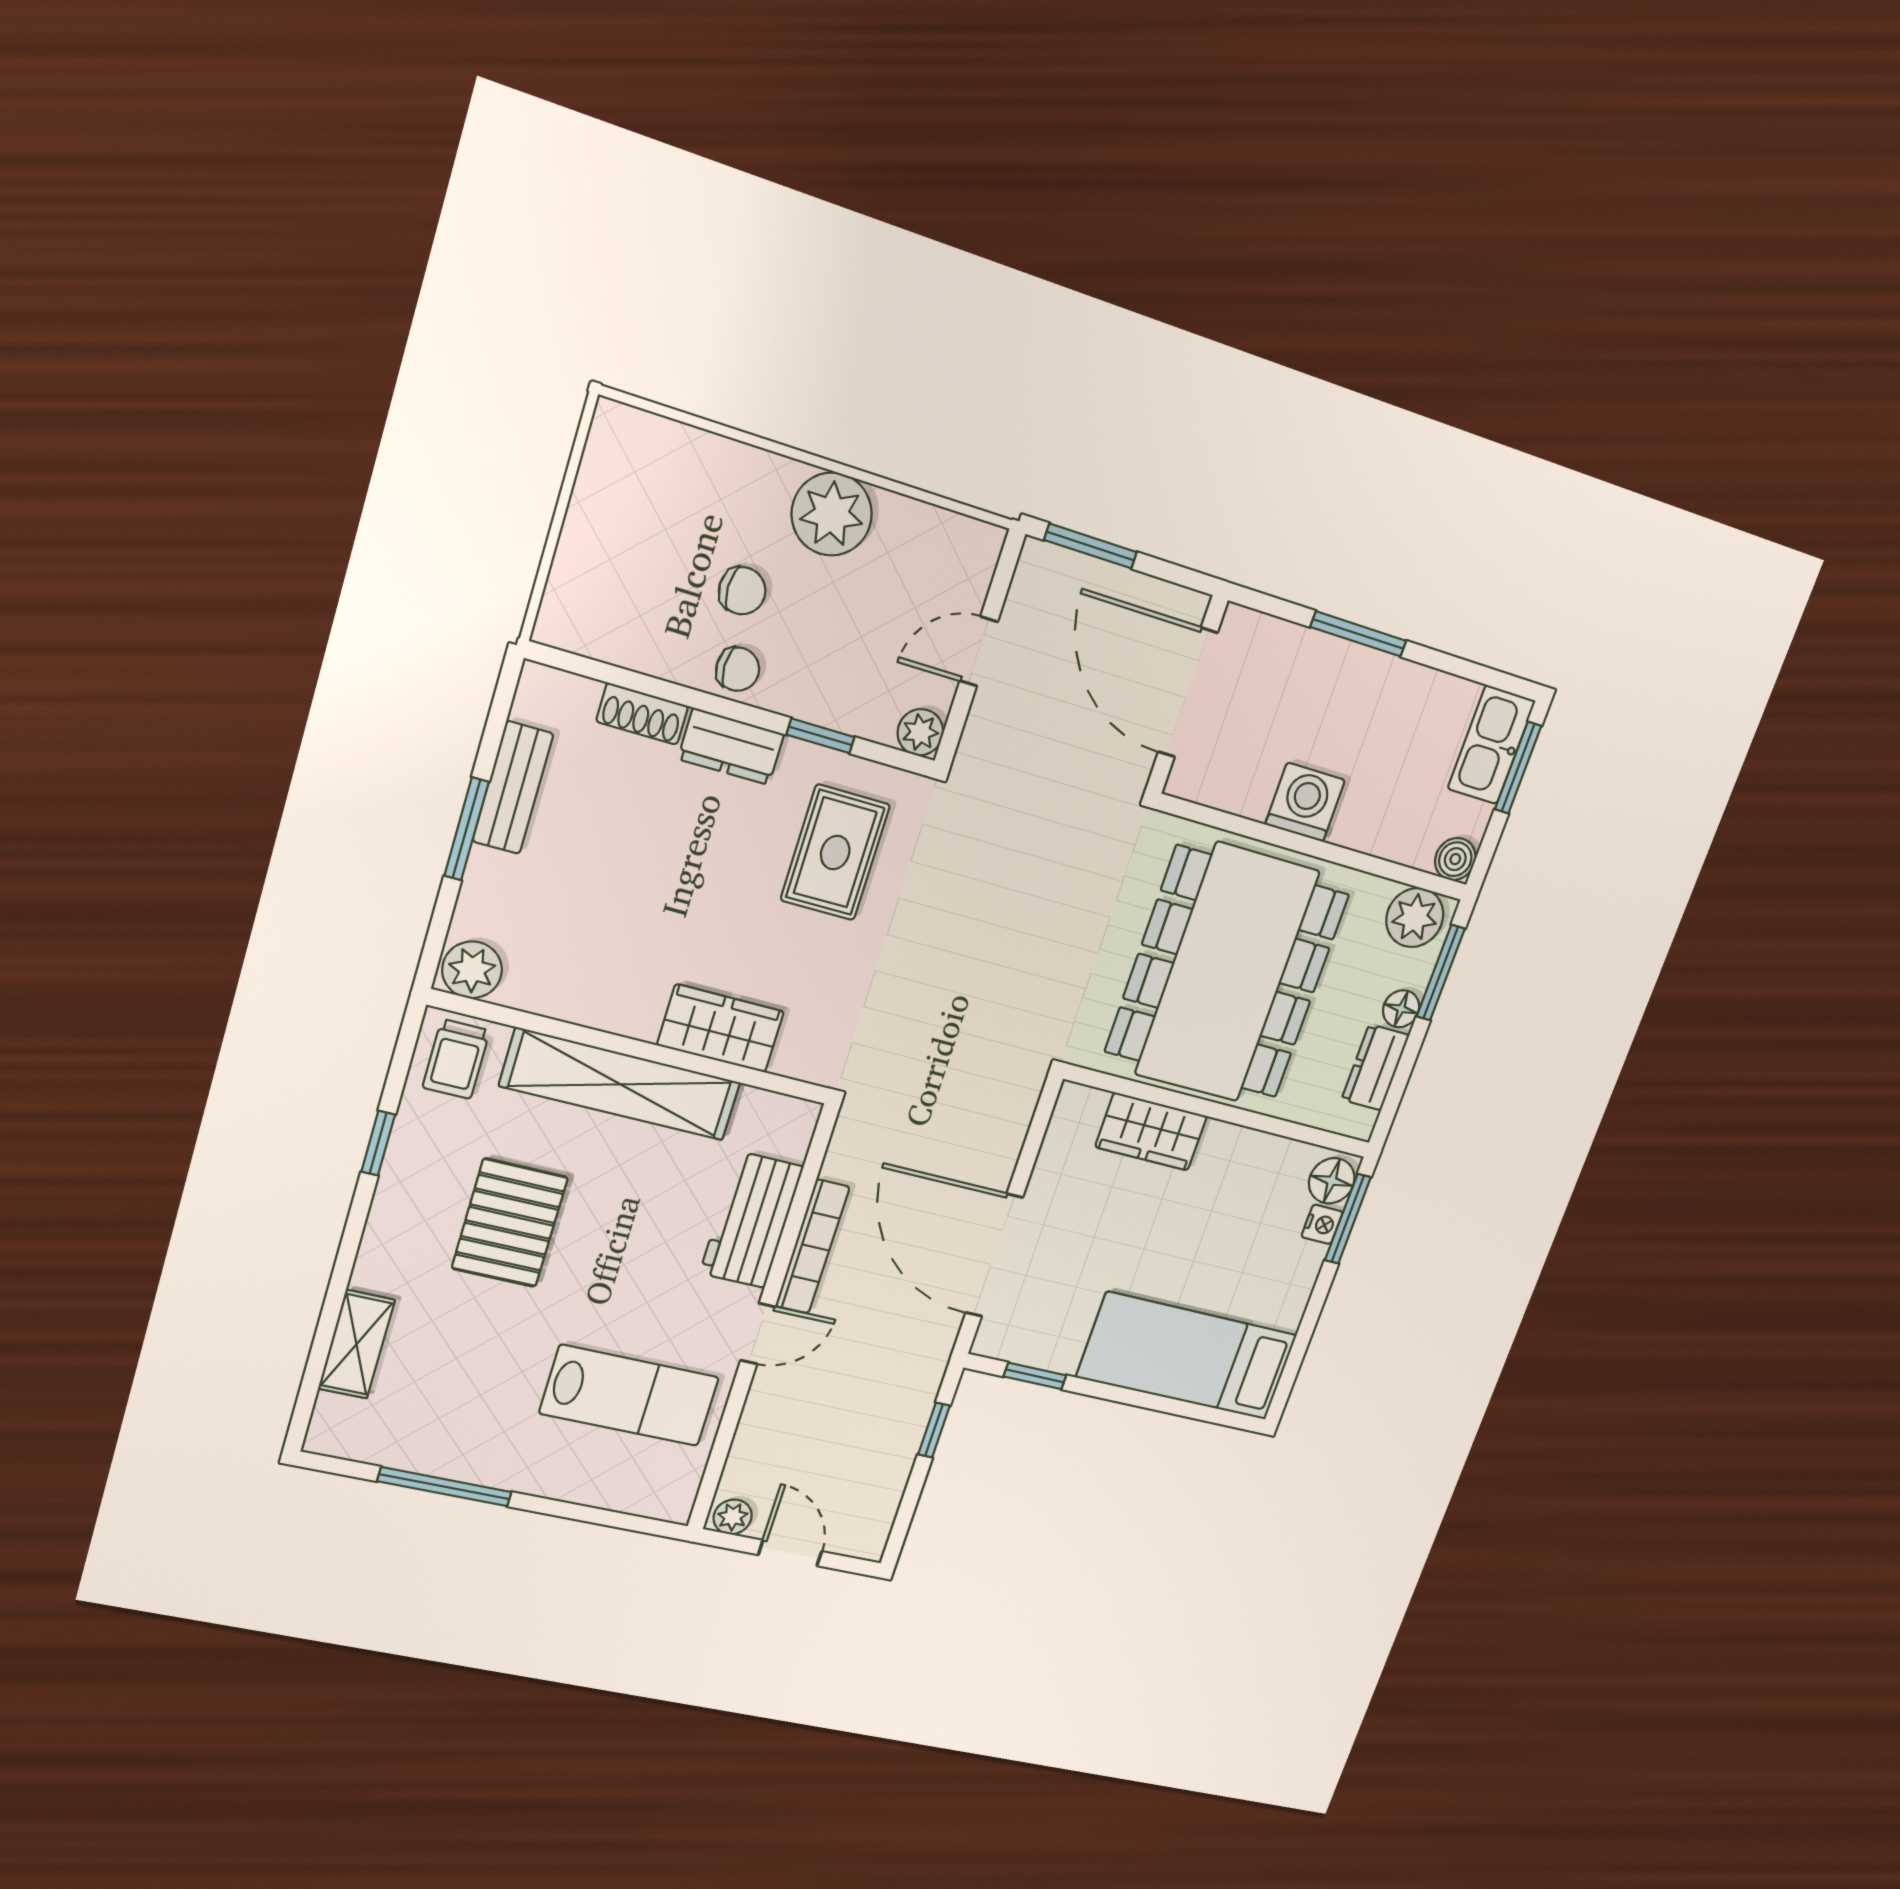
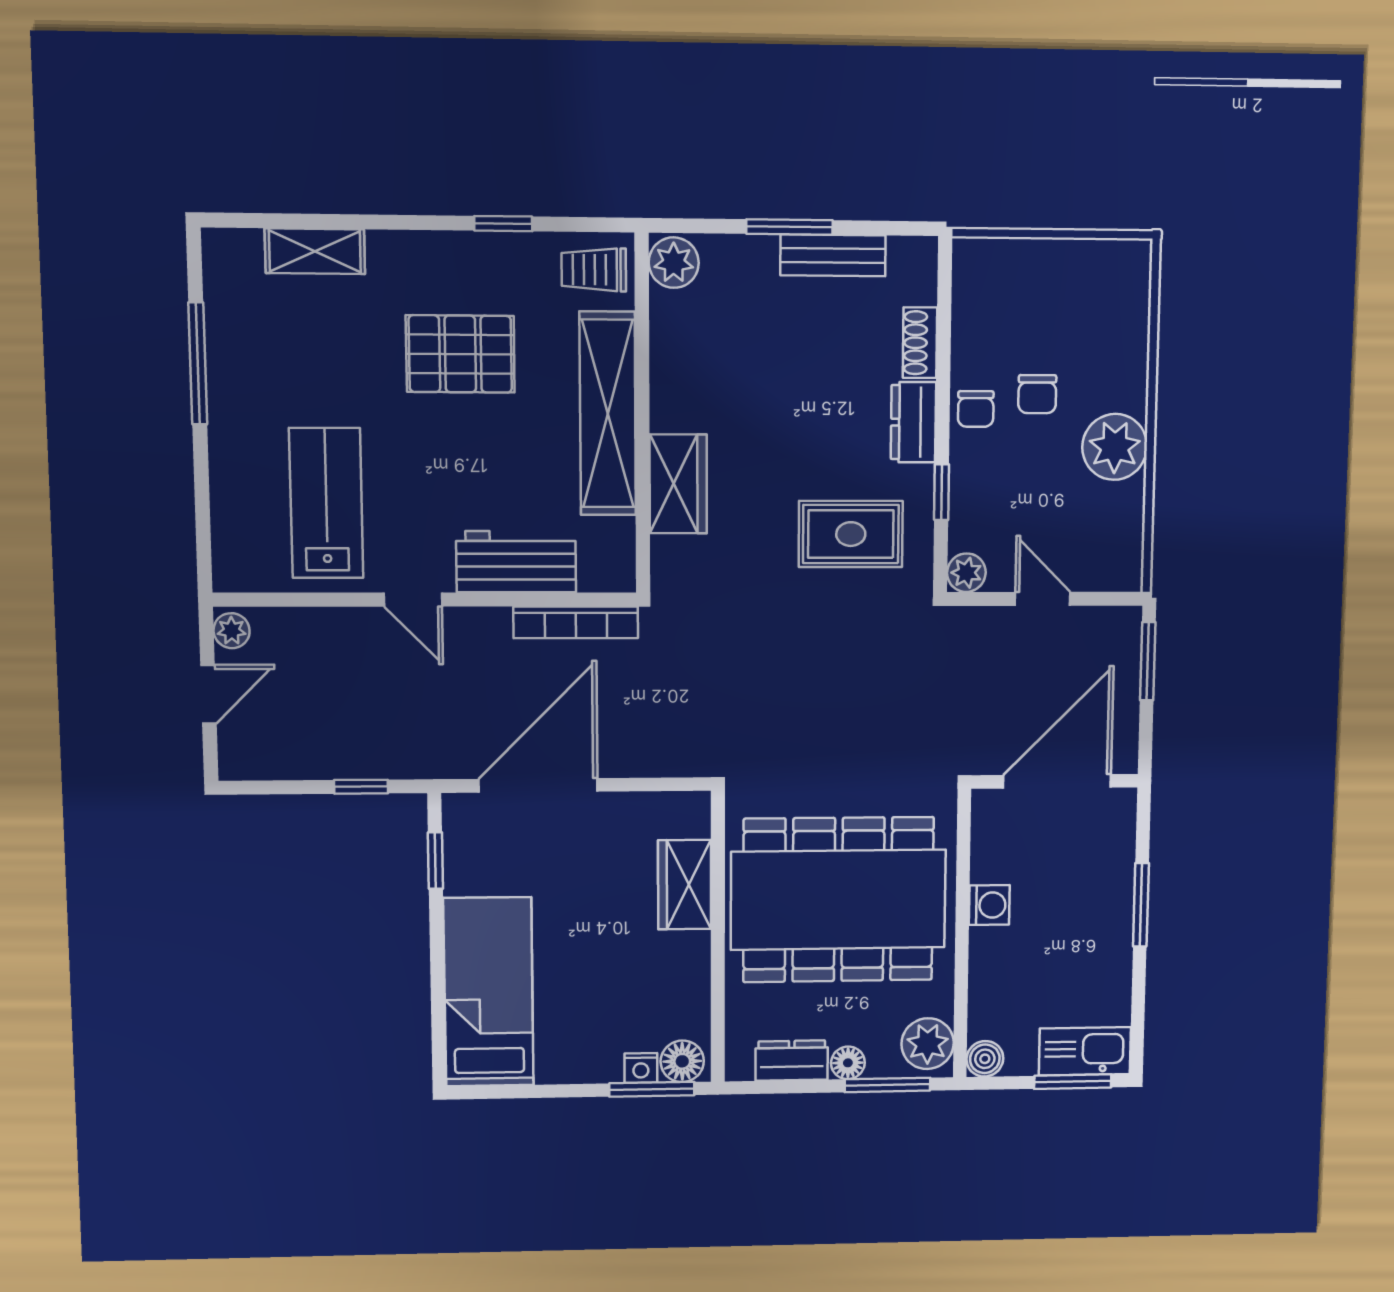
washing machine: (1305, 802) -> (989, 905), width x0.73, depth x0.73
bookcase: (812, 1247) -> (576, 622), moved
lab bench: (629, 1395) -> (326, 503), turned 180

